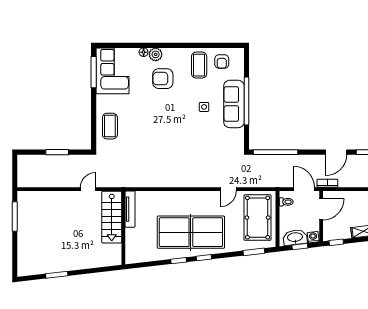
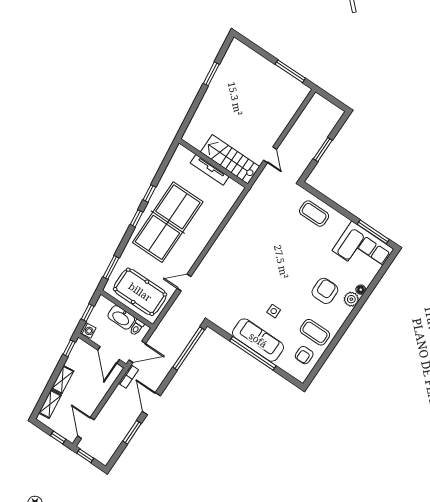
armchair: (222, 62) -> (304, 355), turned -90
door: (228, 189) -> (184, 282), hinge flipped
tv unit: (130, 209) -> (210, 170), moved
washbasin: (295, 237) -> (121, 317), moved, turned 97

